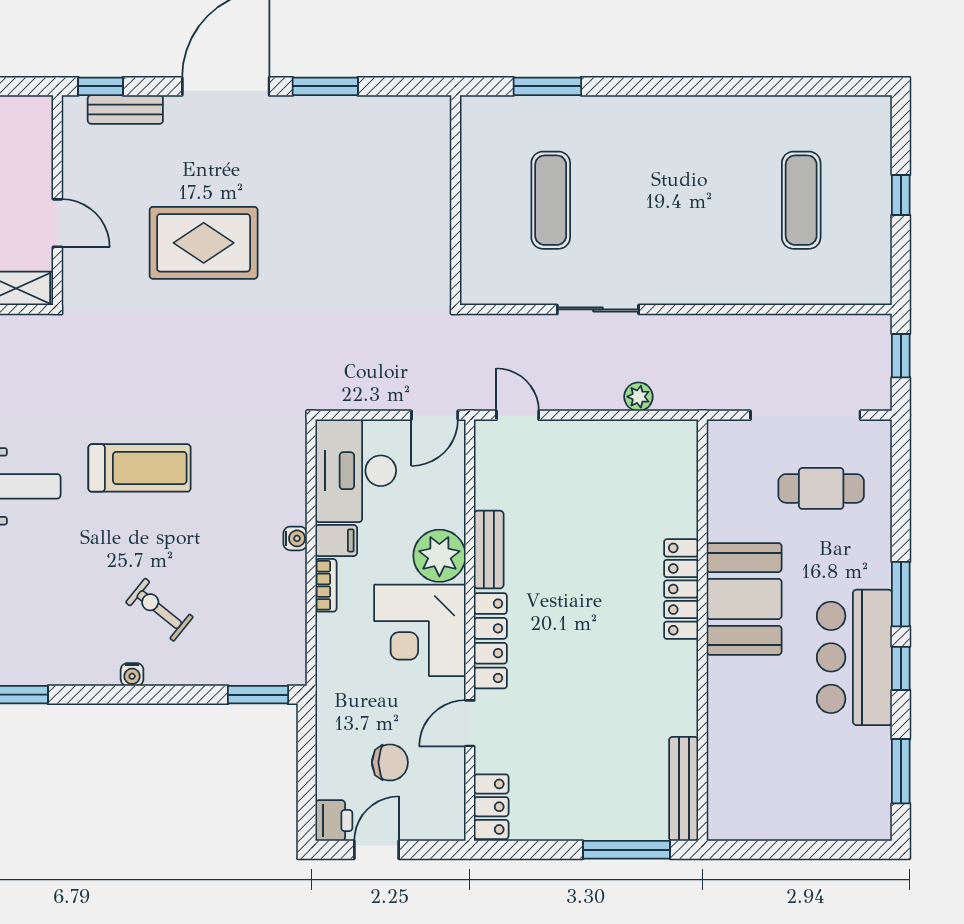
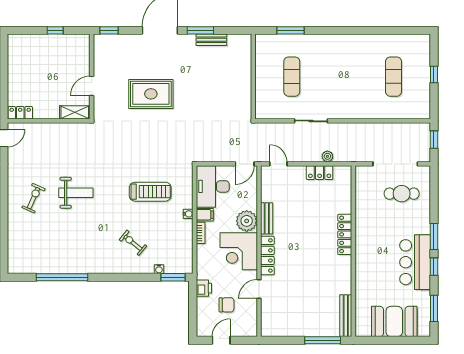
bench: (125, 110) -> (211, 40), moved
door: (57, 223) -> (92, 86), swing flipped
treadmill: (140, 468) -> (150, 192), moved
booth: (744, 599) -> (394, 321), moved, turned 90
water cooler: (132, 674) -> (159, 269), moved
locker: (491, 807) -> (320, 173), moved, turned 90
printer: (334, 821) -> (204, 288), moved

